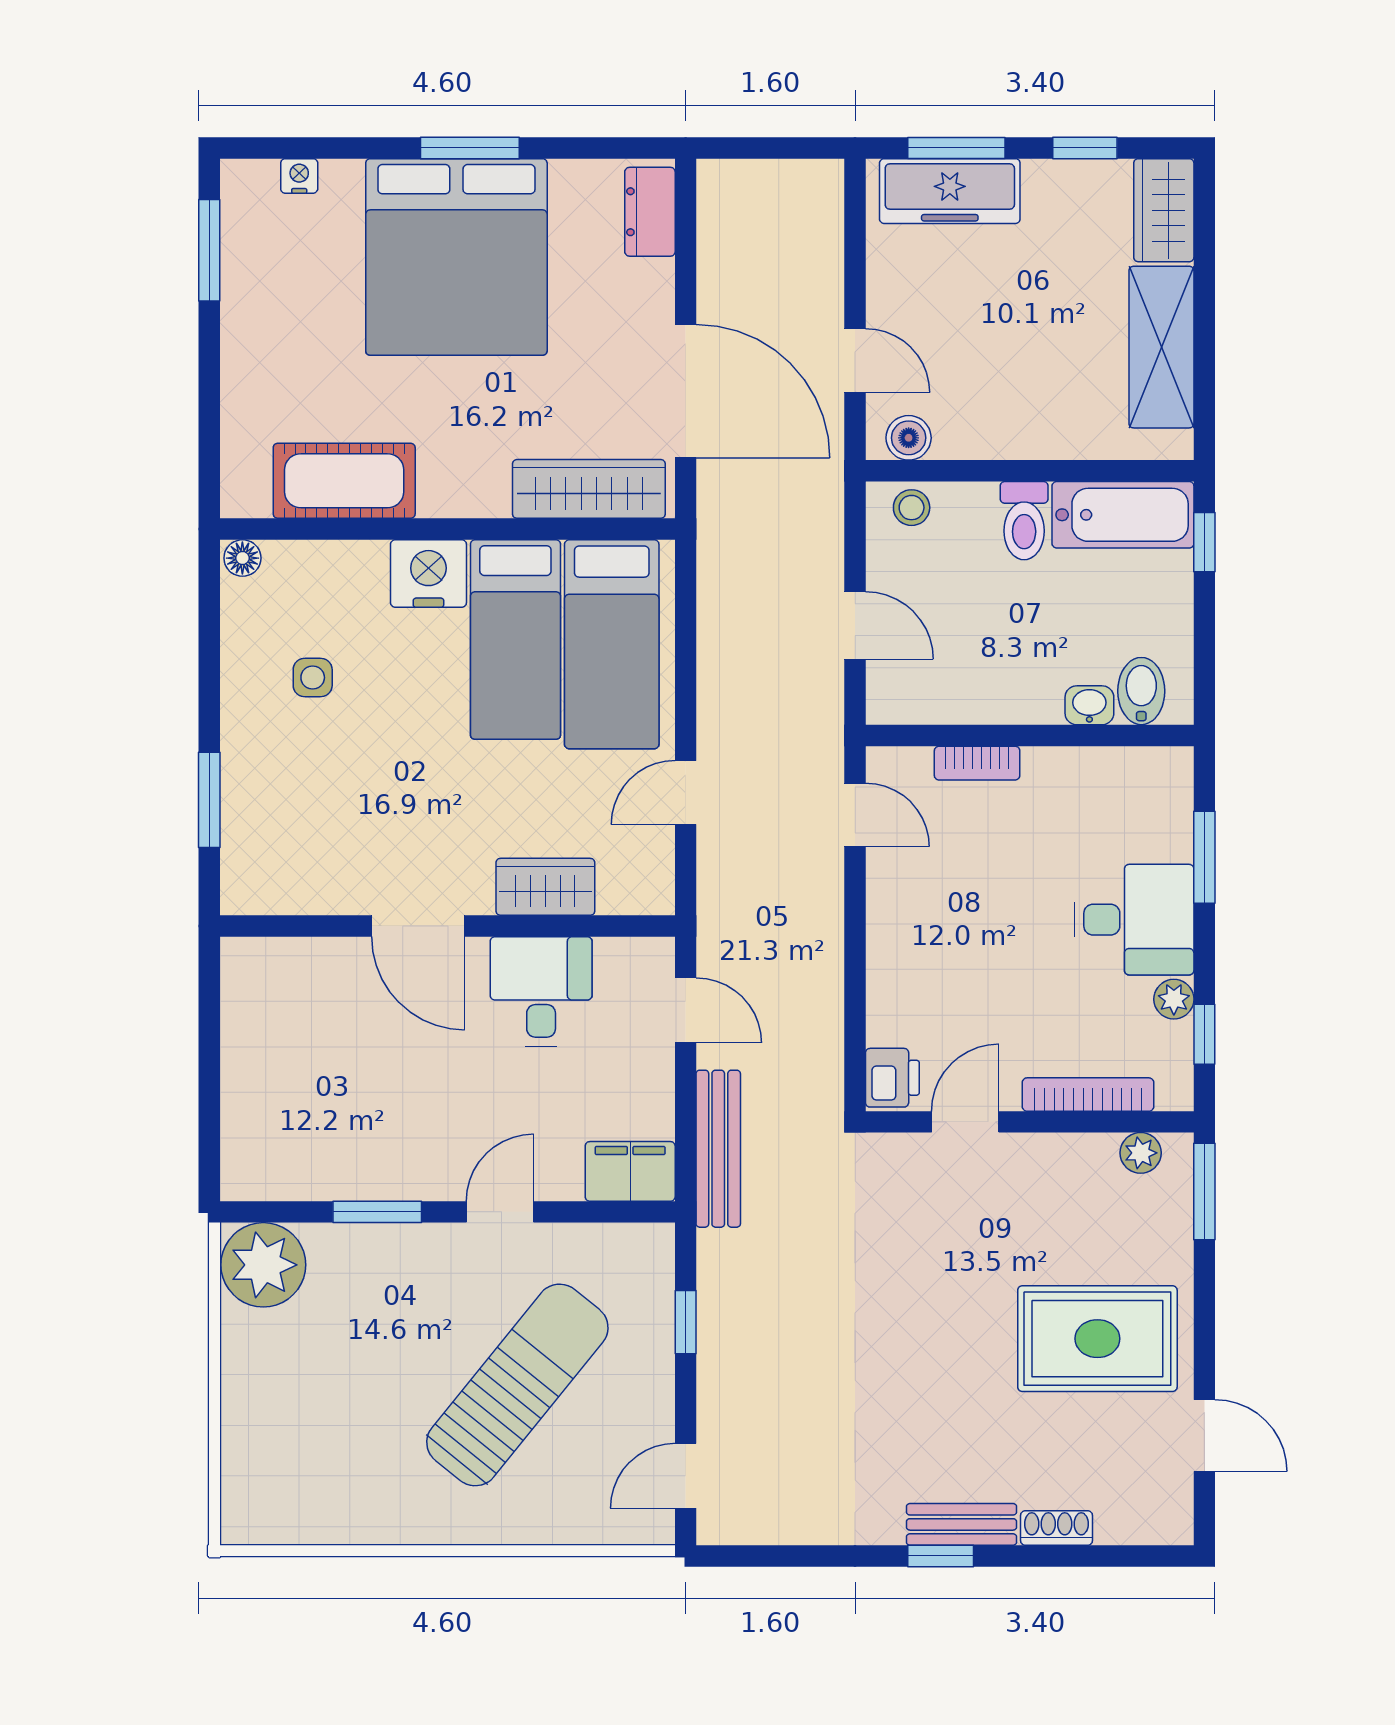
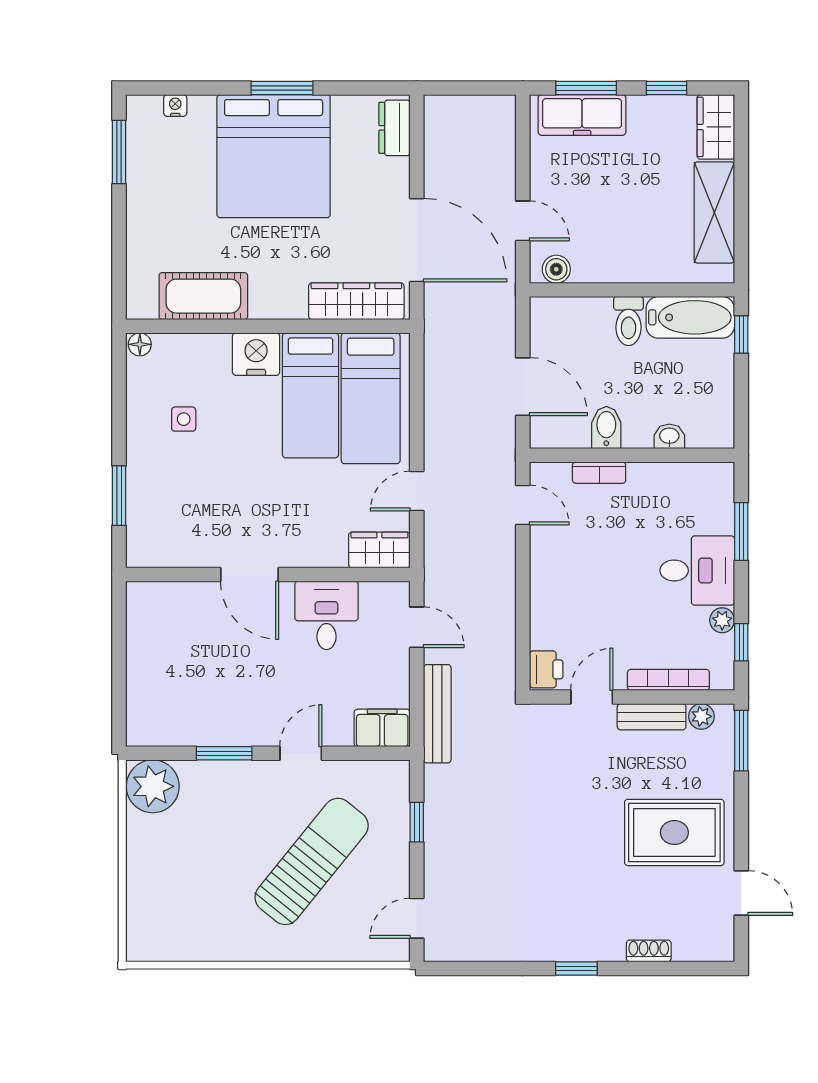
stool: (912, 508) -> (558, 313), removed
door: (855, 625) -> (523, 387), width x1.38
bidet: (1141, 691) -> (606, 428), moved
wardrobe: (545, 887) -> (379, 550), moved
bench: (962, 1524) -> (652, 717), moved

